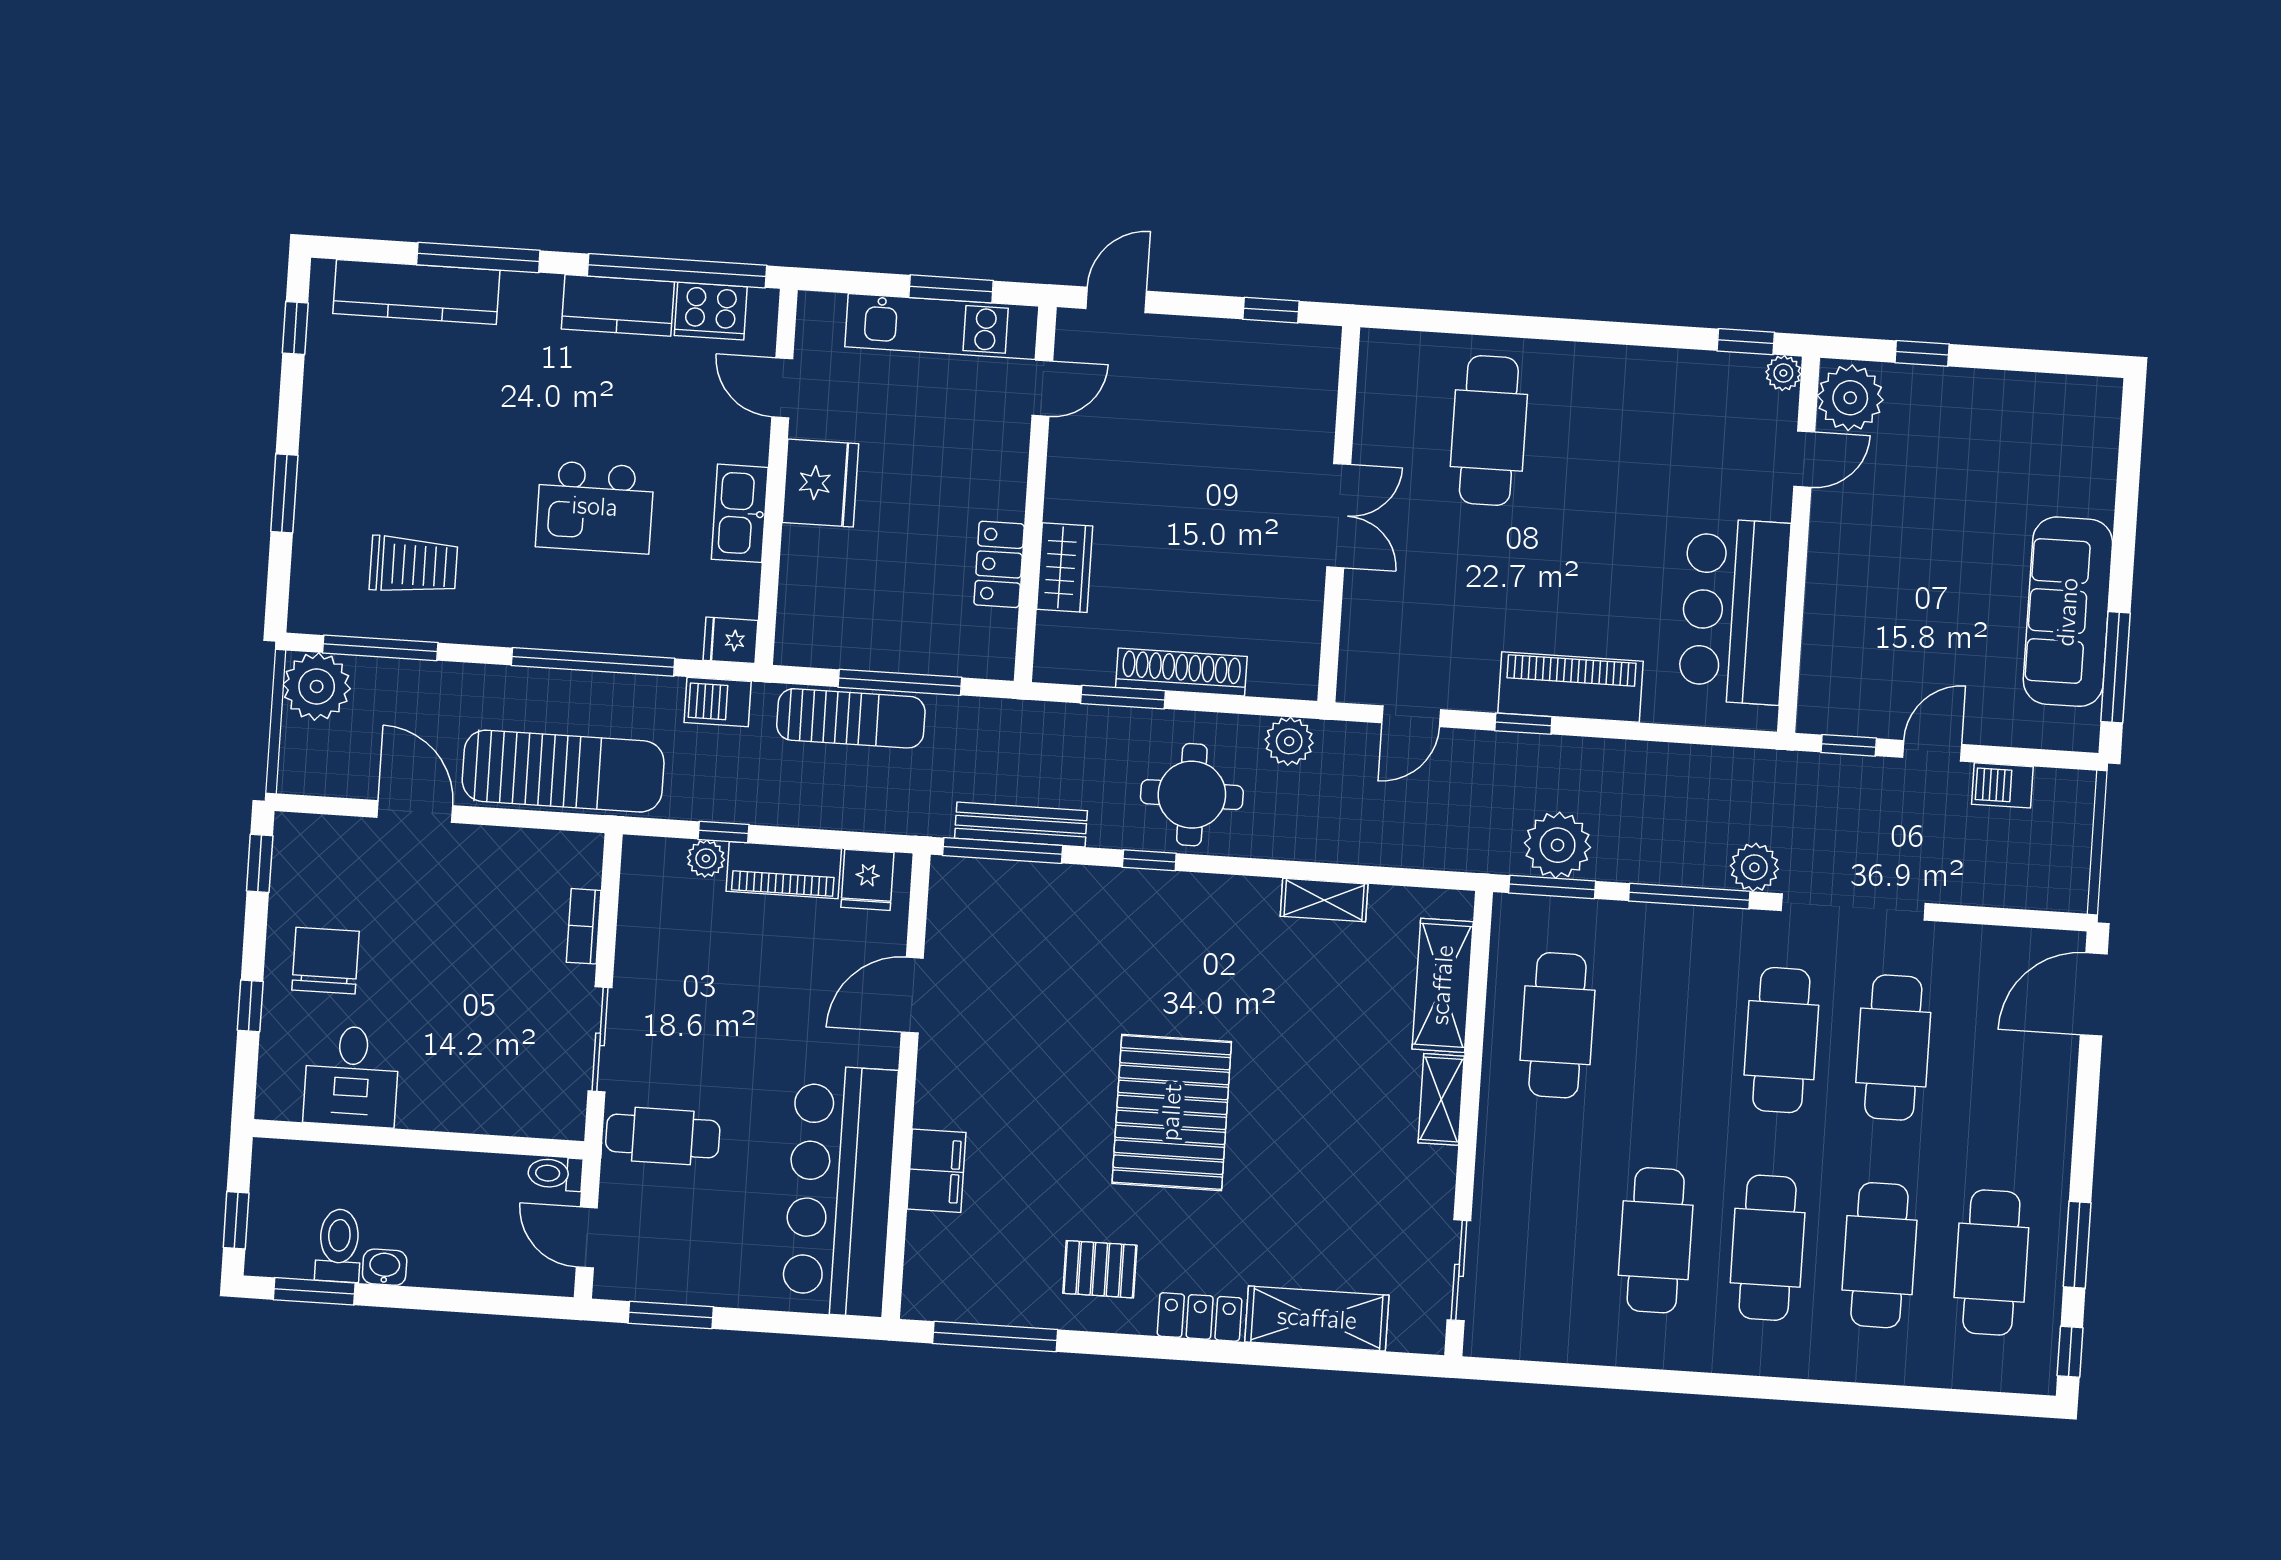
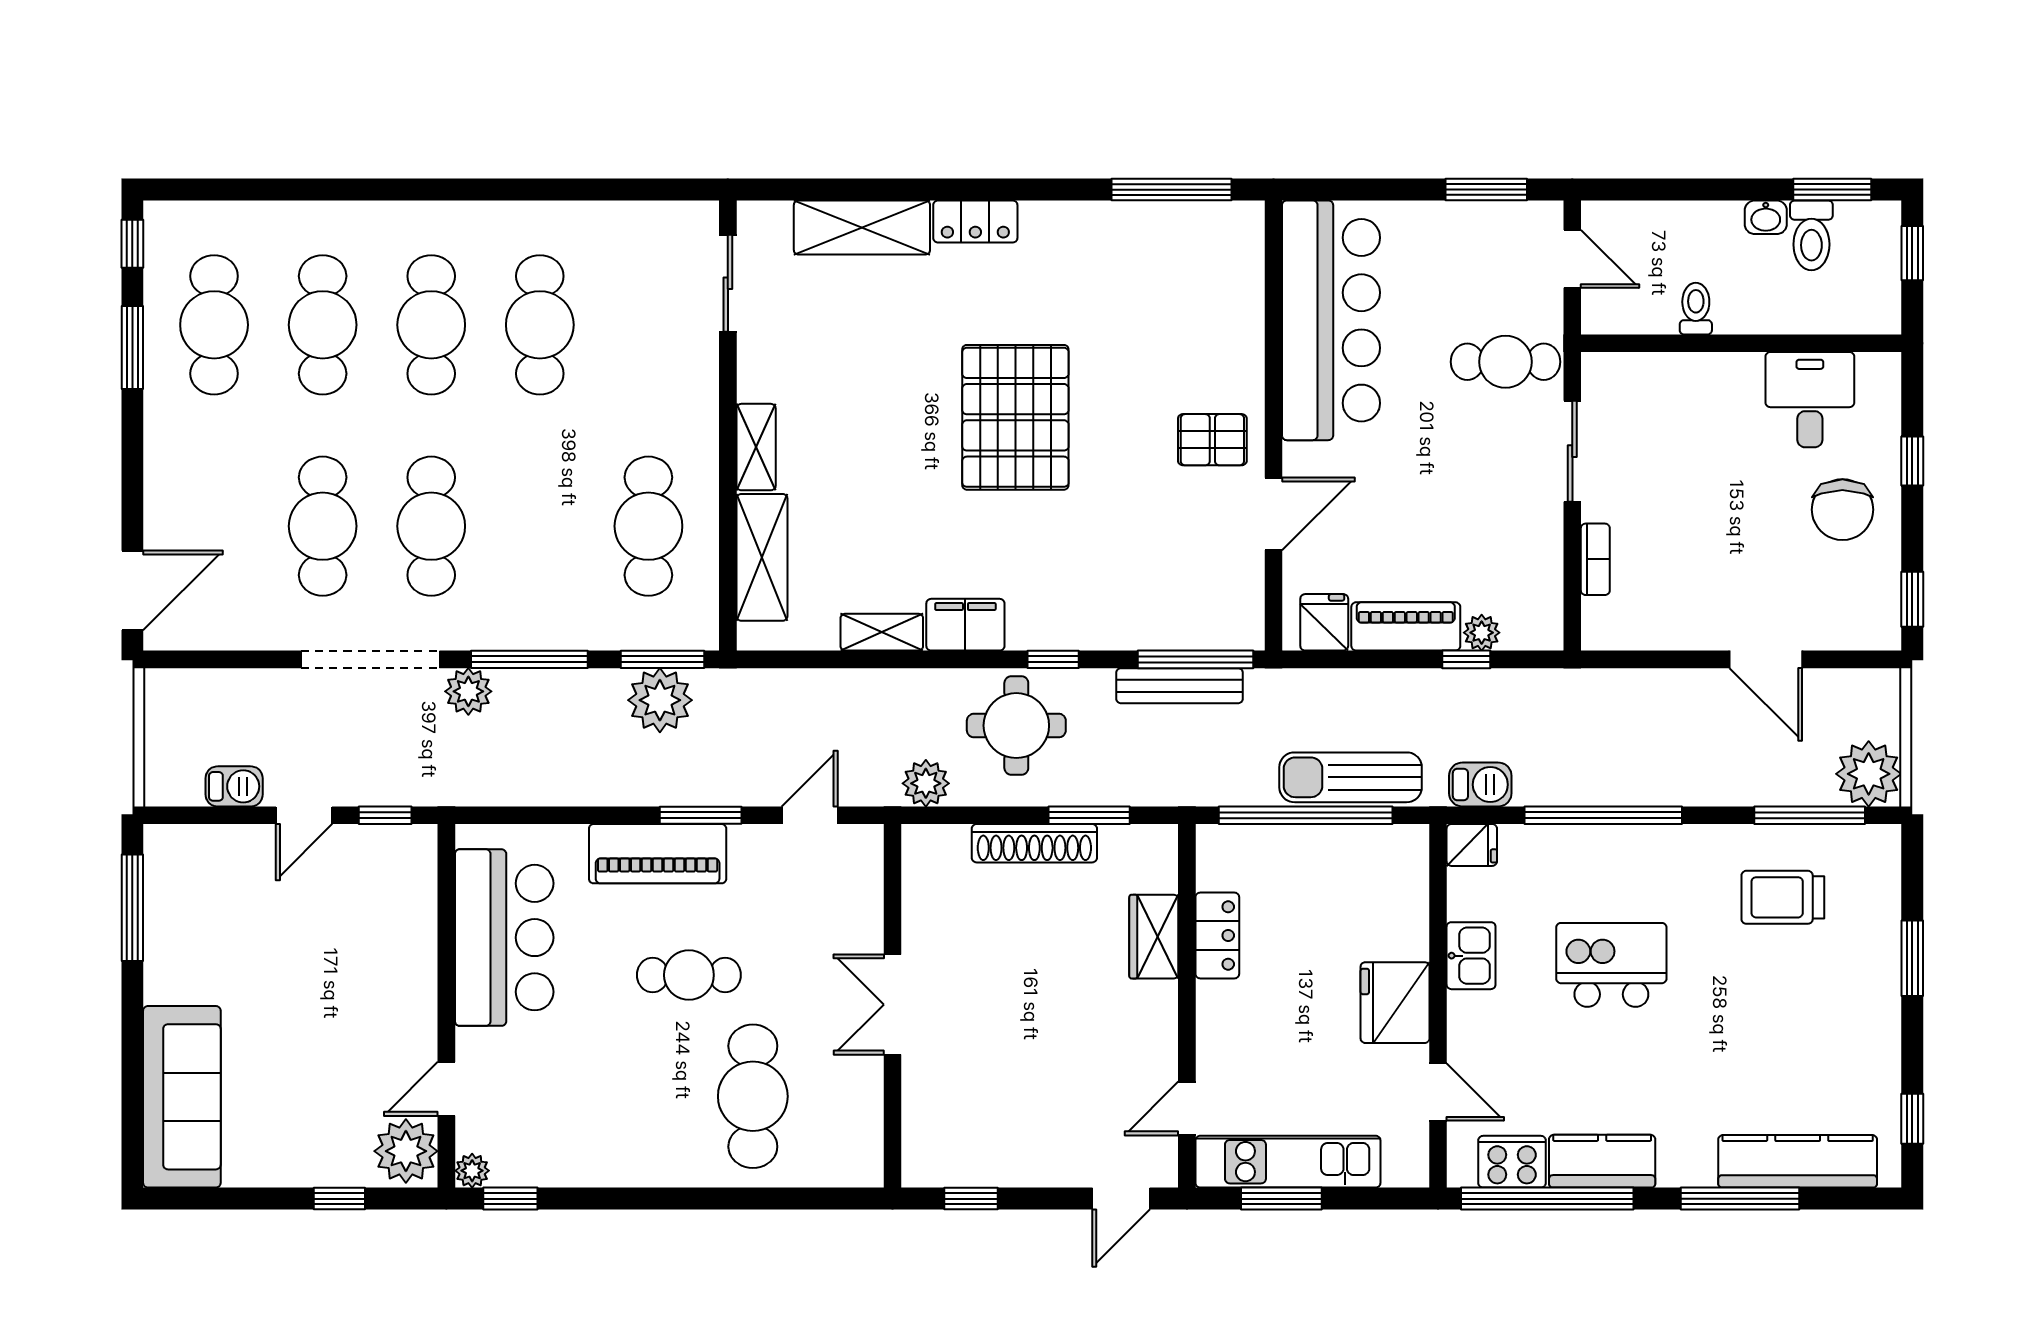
kitchen sink: (740, 513) -> (1471, 956), width x0.73
cafe table: (1546, 560) -> (689, 975), added
sofa: (2068, 612) -> (182, 1097), moved
window: (900, 682) -> (1306, 815), width x1.46
window: (1523, 724) -> (701, 815), width x1.50
sun lounger: (563, 771) -> (1625, 708), removed
filing cabinet: (936, 1171) -> (965, 625), moved, turned 90
toilet: (555, 1174) -> (1696, 309), moved, turned -90
pallet: (1100, 1269) -> (1212, 440), moved

